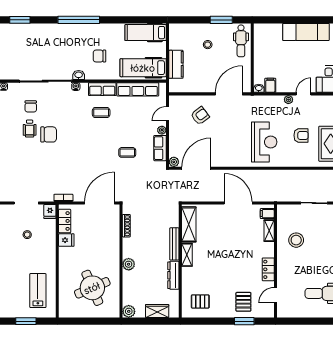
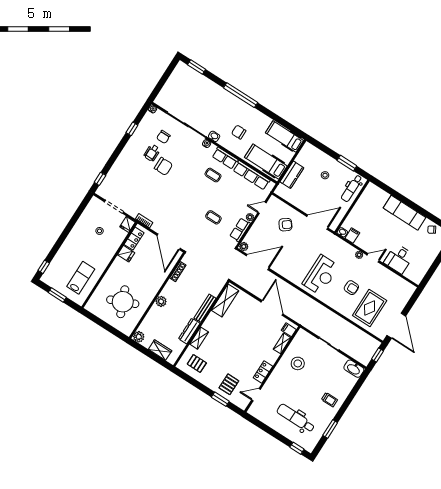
door: (99, 203) -> (169, 242), swing flipped
shelving: (187, 255) -> (199, 338), moved

